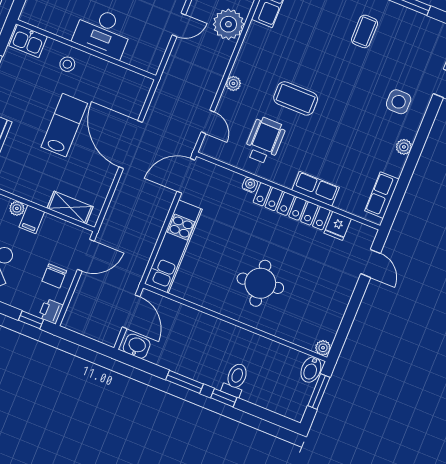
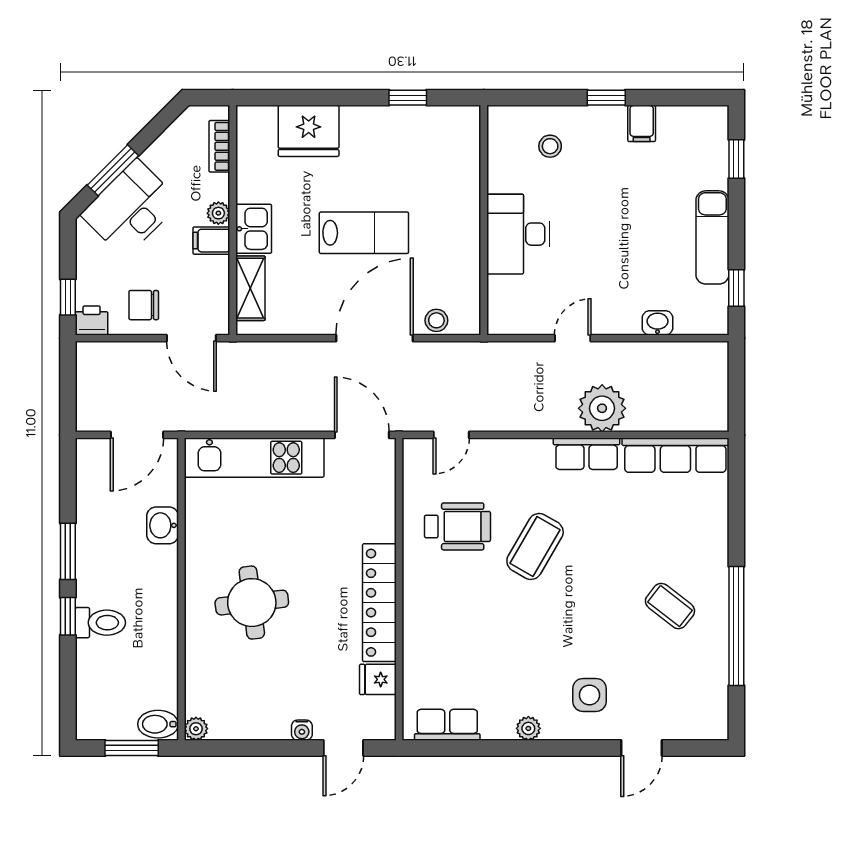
door: (179, 25) -> (573, 338), swing flipped
coffee table: (365, 31) -> (670, 606), turned 38
kitchen sink: (28, 41) -> (254, 229), moved, turned 180
stool: (67, 64) -> (436, 320), moved
plant: (233, 83) -> (521, 449), removed
coffee table: (296, 98) -> (535, 546), turned 30
water cooler: (250, 185) -> (302, 730), moved, turned 90
row of seats: (316, 189) -> (587, 454), moved, turned 90
washbasin: (137, 346) -> (163, 525), moved, turned 180

